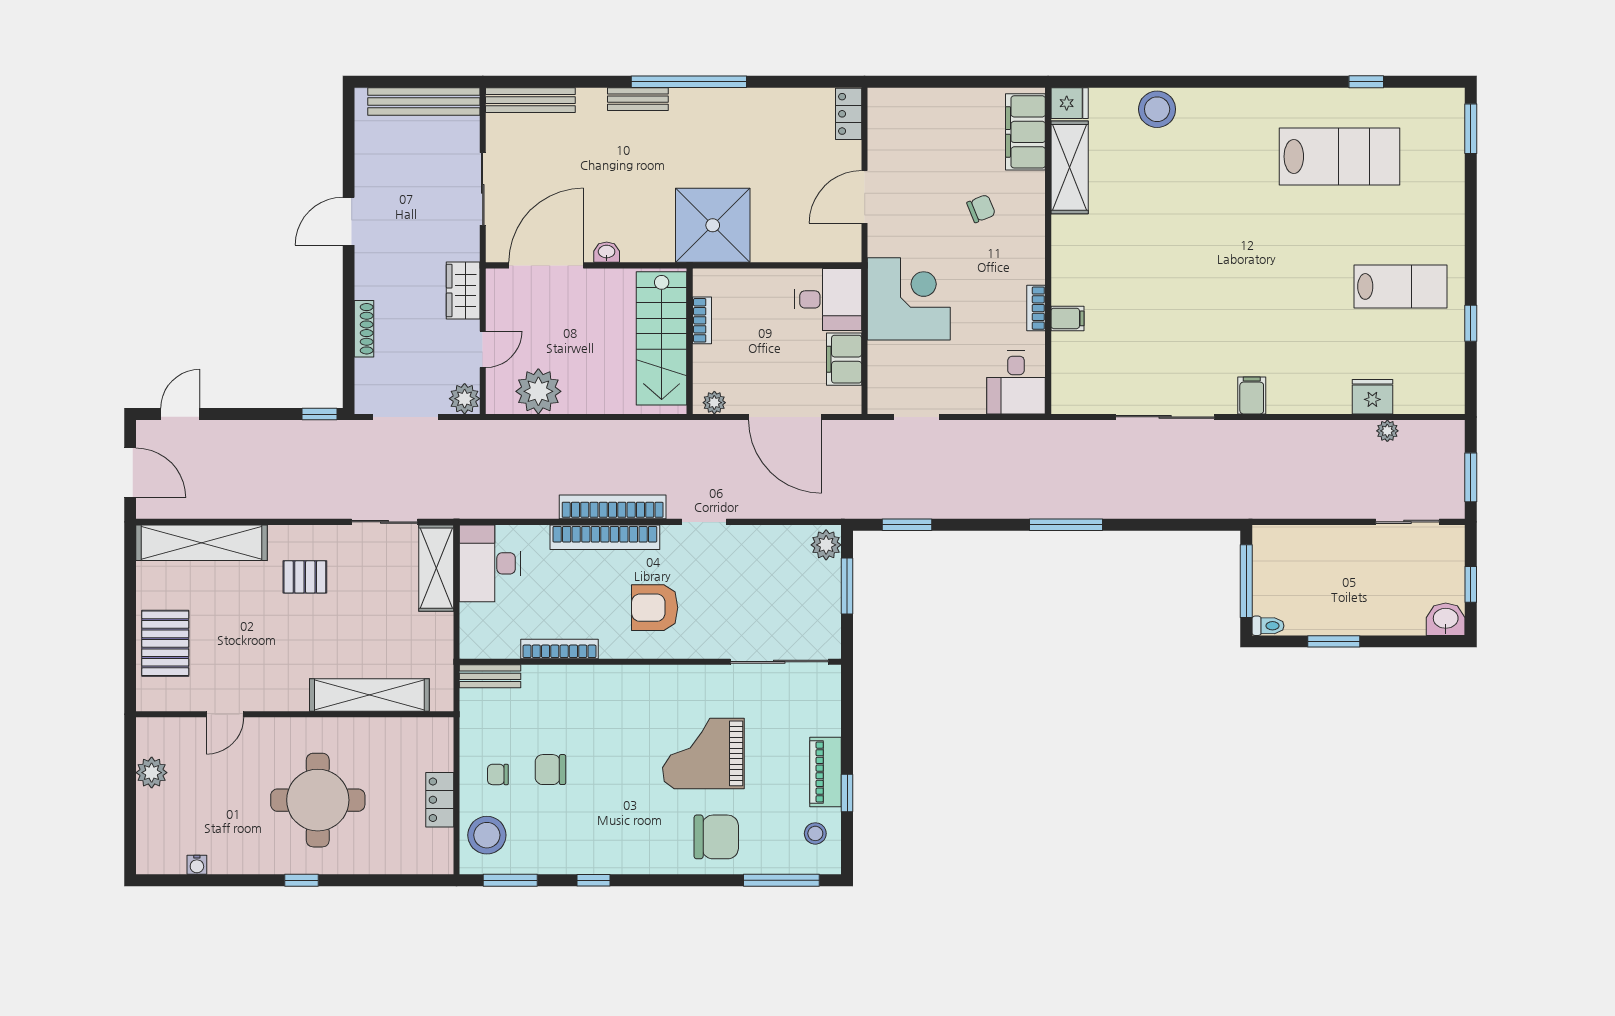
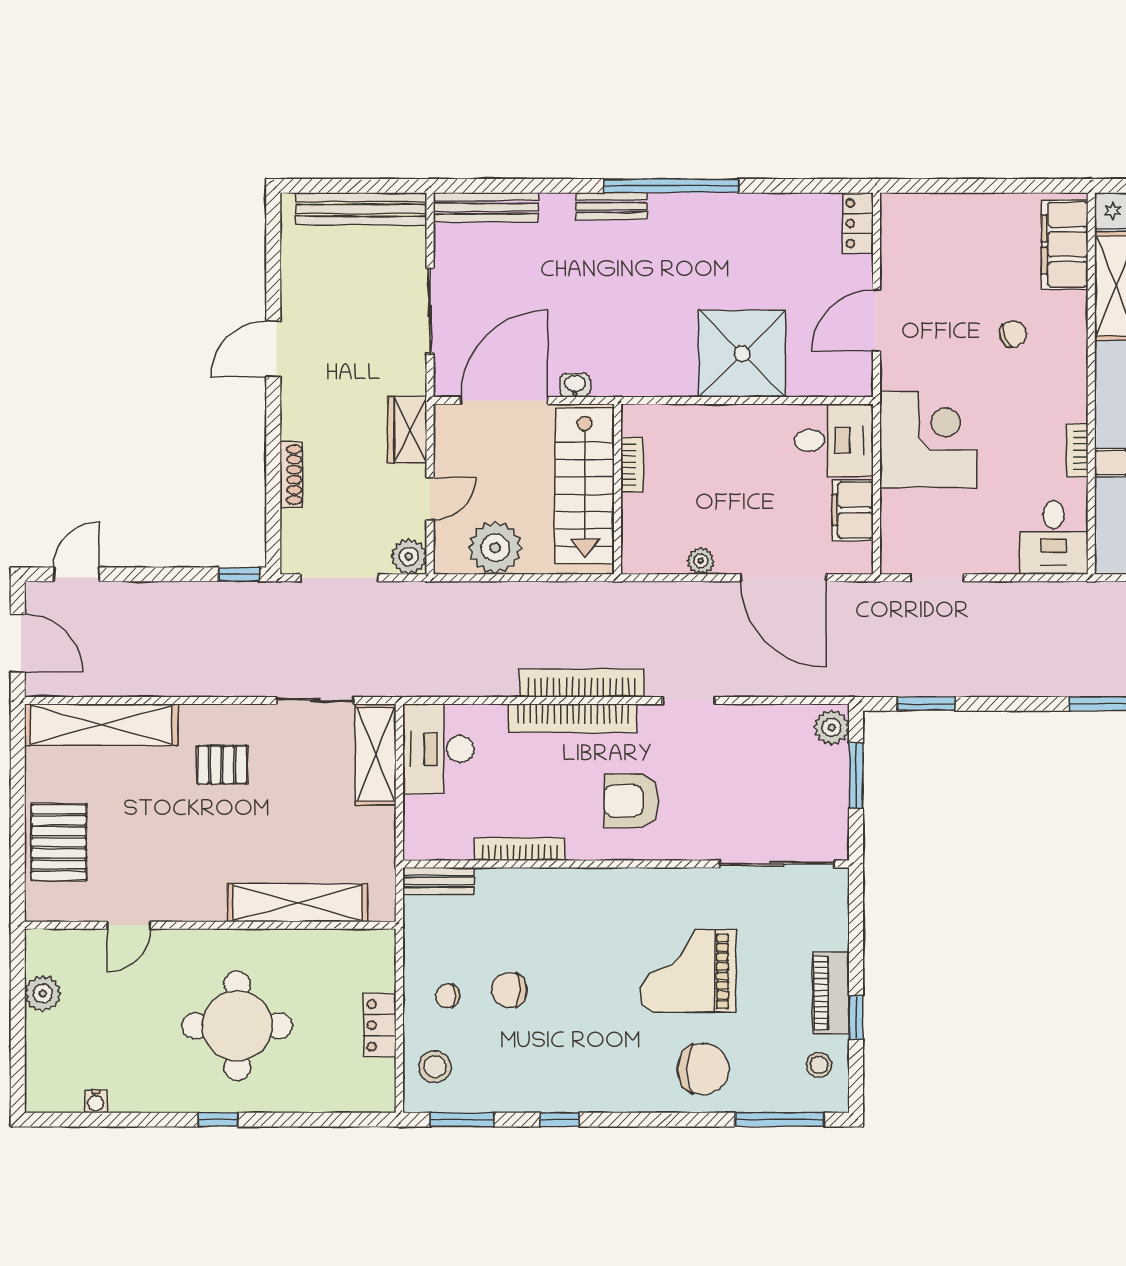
shower: (713, 225) -> (742, 354), moved
bookcase: (702, 320) -> (632, 465), moved
stairs: (662, 338) -> (585, 486), moved
wall: (690, 341) -> (617, 489), moved
stool: (487, 835) -> (435, 1067), width x0.73, depth x0.73

